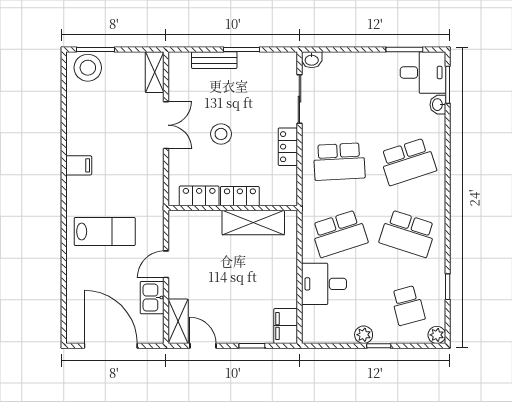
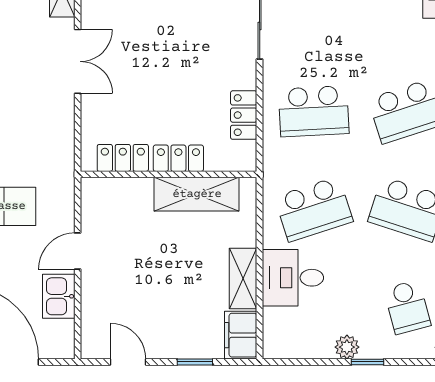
stool: (221, 134) -> (153, 74), removed
locker: (288, 147) -> (244, 115), moved
shelving: (178, 321) -> (243, 278), moved

